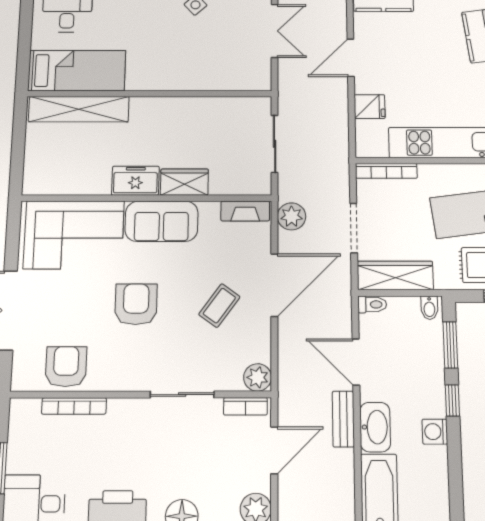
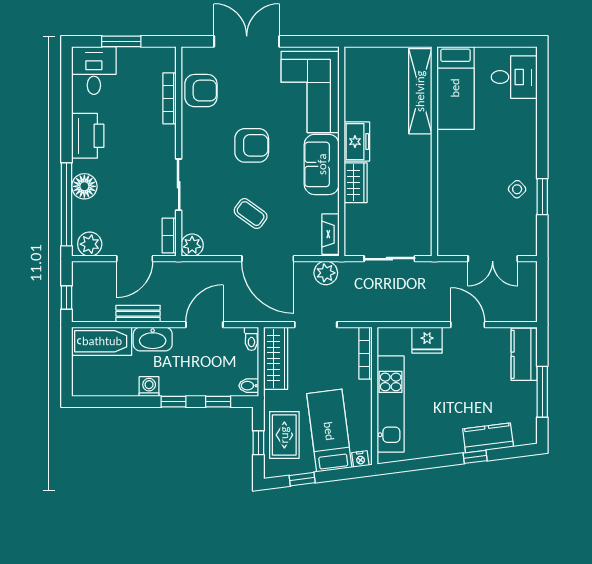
fridge: (370, 107) -> (427, 340), width x1.38
window: (450, 345) -> (218, 402), width x0.67
bench: (343, 419) -> (138, 314), moved
door: (274, 450) -> (135, 259), hinge flipped

